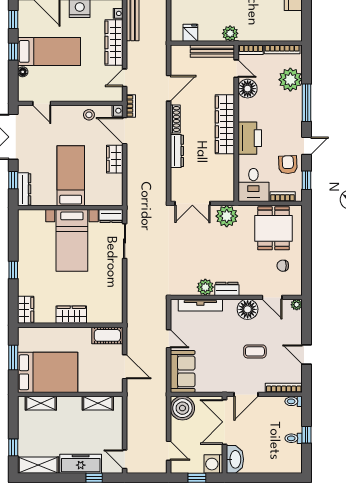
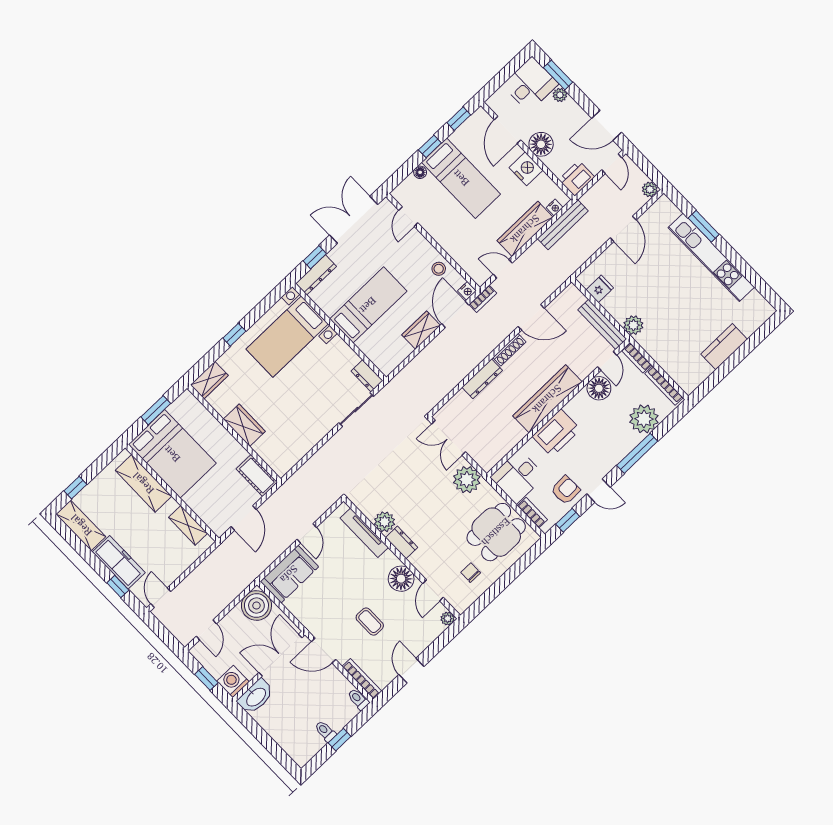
bed with nightstands: (72, 240) -> (287, 337), moved
shelving: (41, 403) -> (143, 483), width x1.50, depth x1.33

